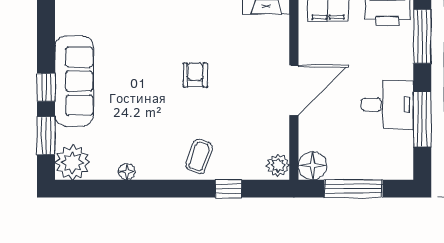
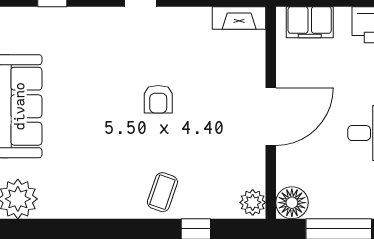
armchair: (195, 75) -> (158, 99), turned 180
floor lamp: (127, 172) -> (80, 209), removed

